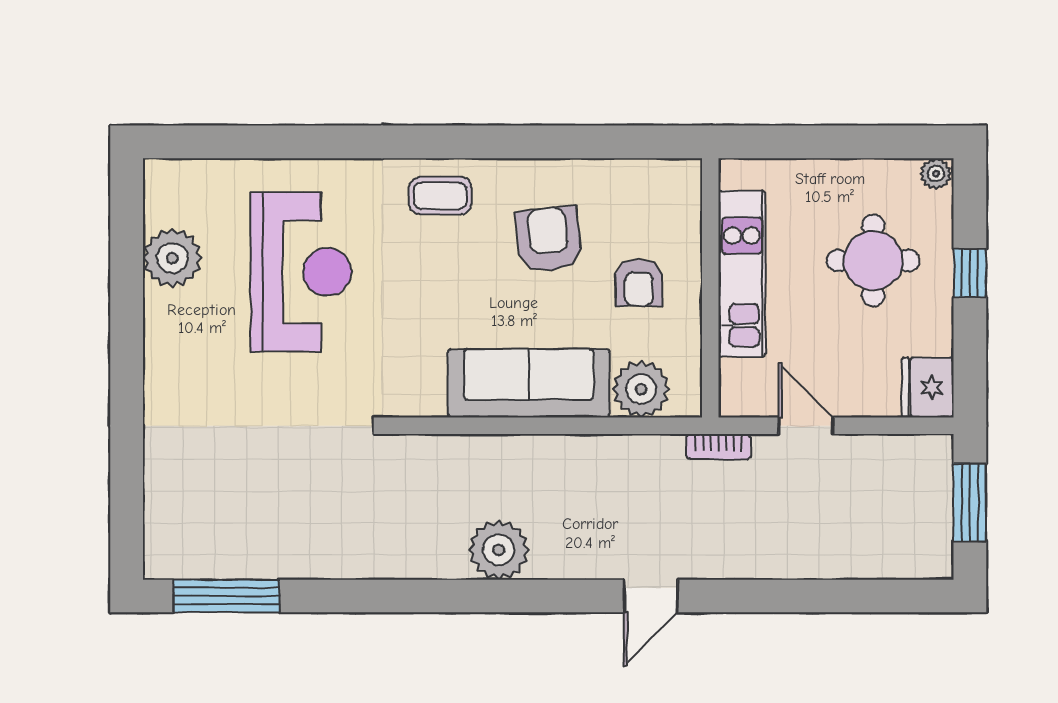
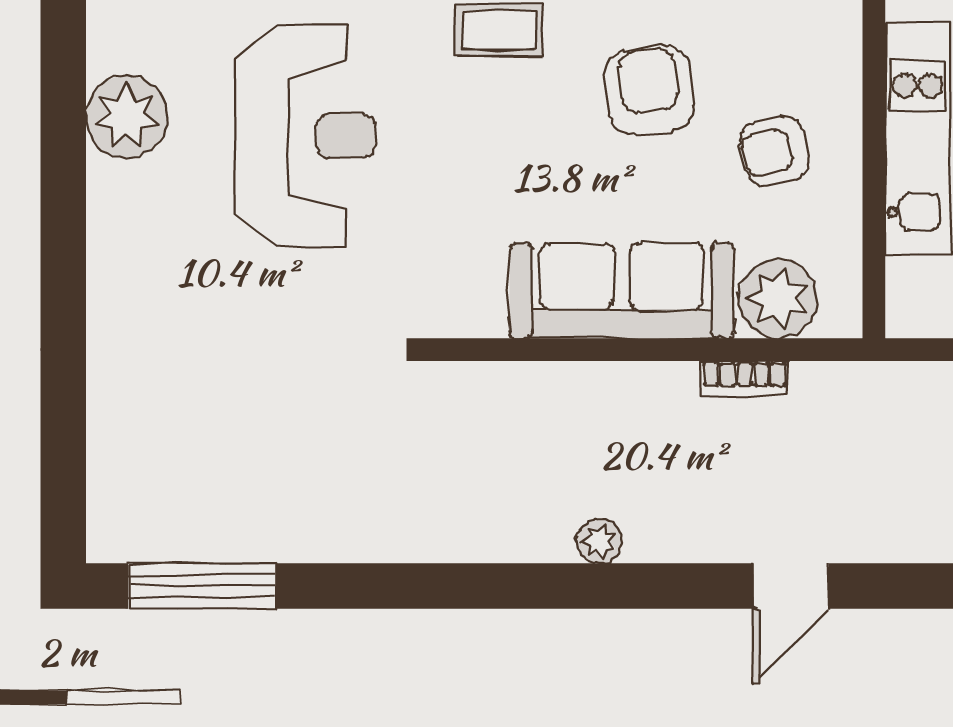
armchair: (639, 283) -> (774, 151), turned 77
bookcase: (718, 447) -> (744, 378), moved
plant: (499, 550) -> (599, 541), width x0.53, depth x0.53

